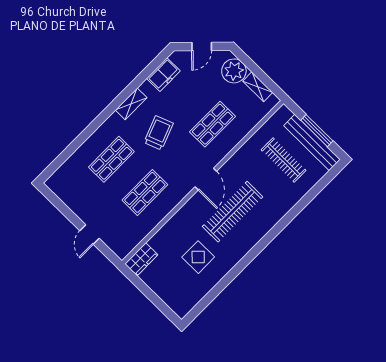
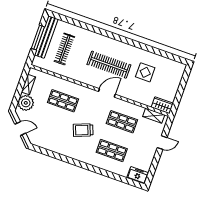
freezer: (163, 75) -> (138, 175), moved
shelving: (131, 104) -> (154, 116), moved
door: (206, 179) -> (107, 93), moved

